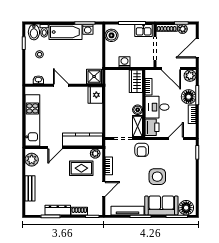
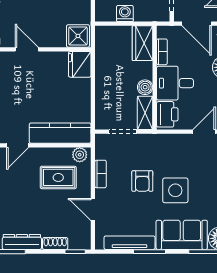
armchair: (142, 150) -> (142, 181), moved
door: (104, 189) -> (93, 209), swing flipped

